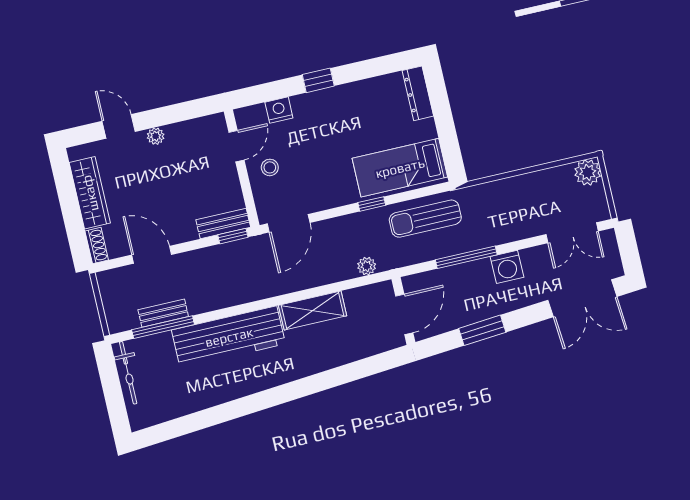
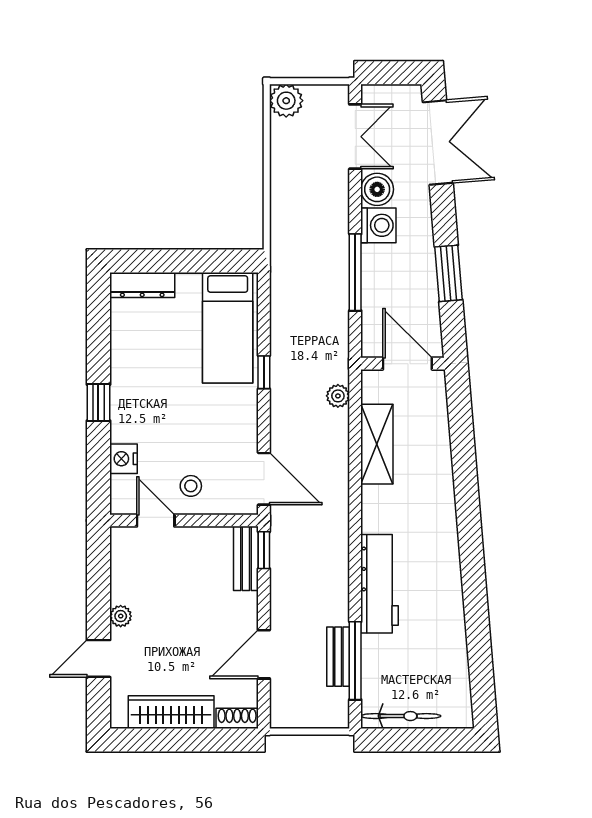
sun lounger: (425, 219) -> (297, 311), removed
boiler: (535, 259) -> (377, 189), added
shelving: (313, 311) -> (377, 444), moved
workbench: (229, 337) -> (379, 584), width x0.73, depth x0.76

